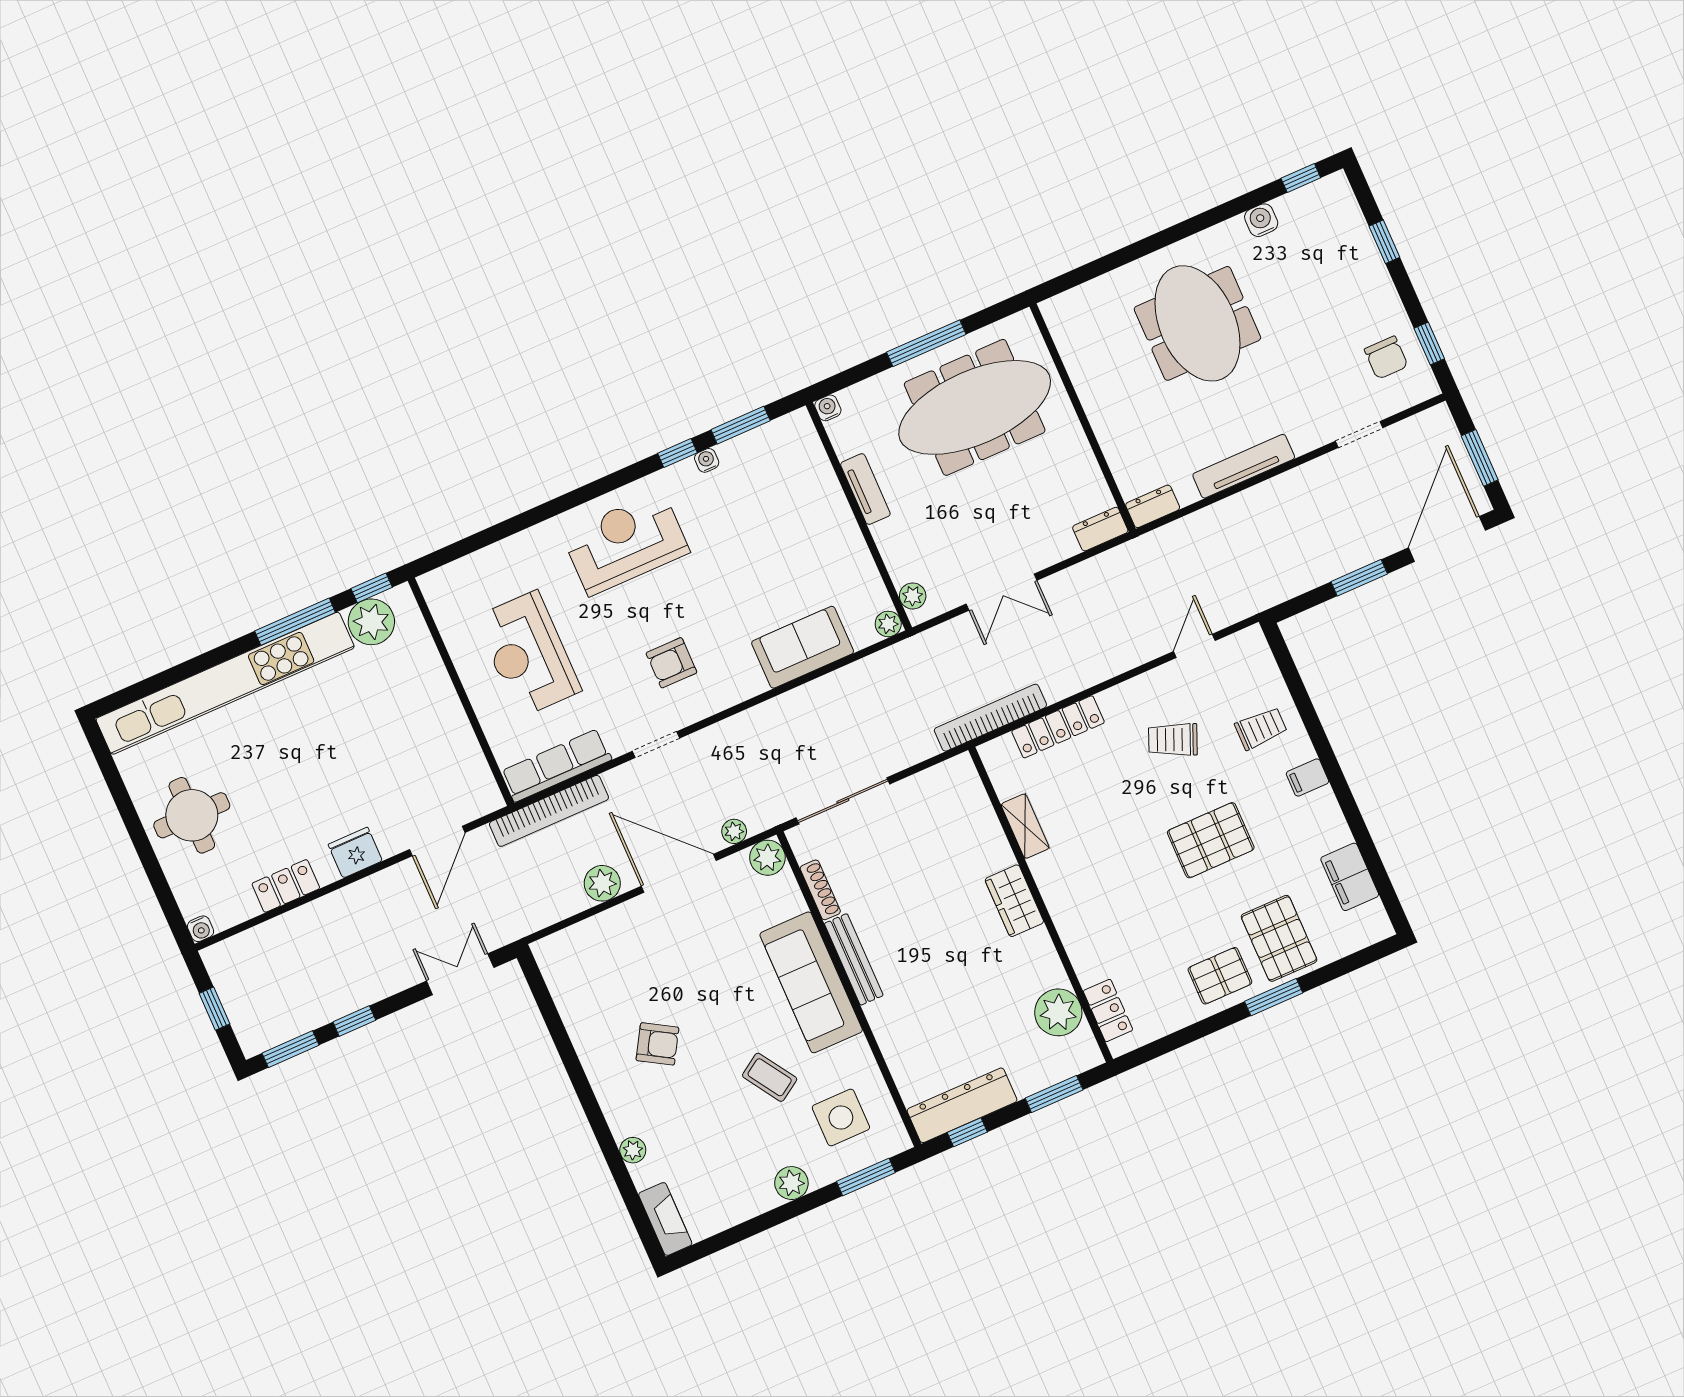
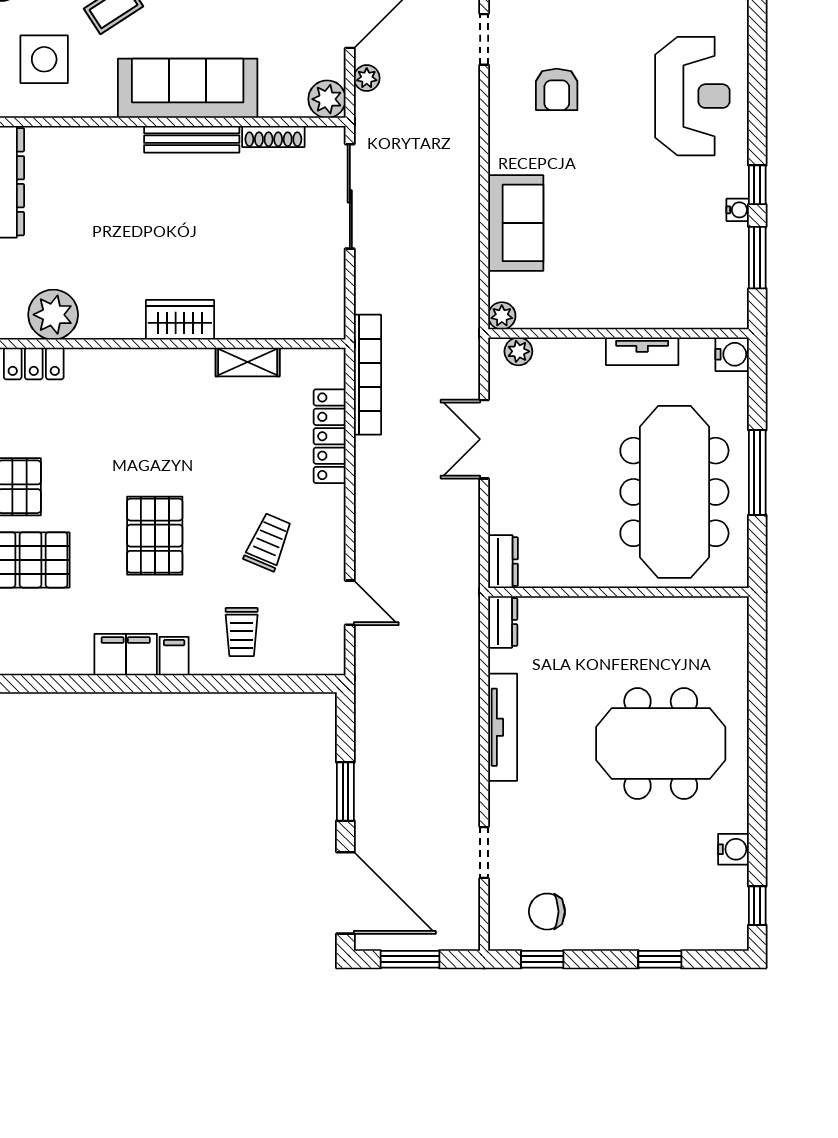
water cooler: (828, 408) -> (732, 354), width x1.38, depth x1.38
armchair: (671, 663) -> (557, 89), turned 180
filing cabinet: (1350, 877) -> (126, 655), moved

